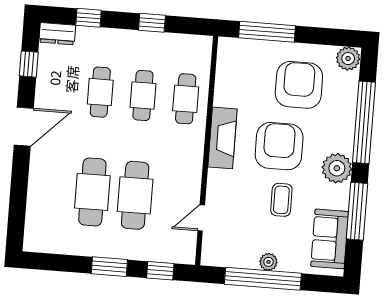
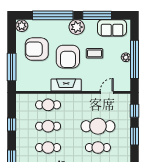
armchair: (279, 146) -> (68, 57), turned -90
cafe table: (92, 192) -> (98, 148), width x0.73, depth x0.74
door: (201, 218) -> (107, 92), swing flipped

